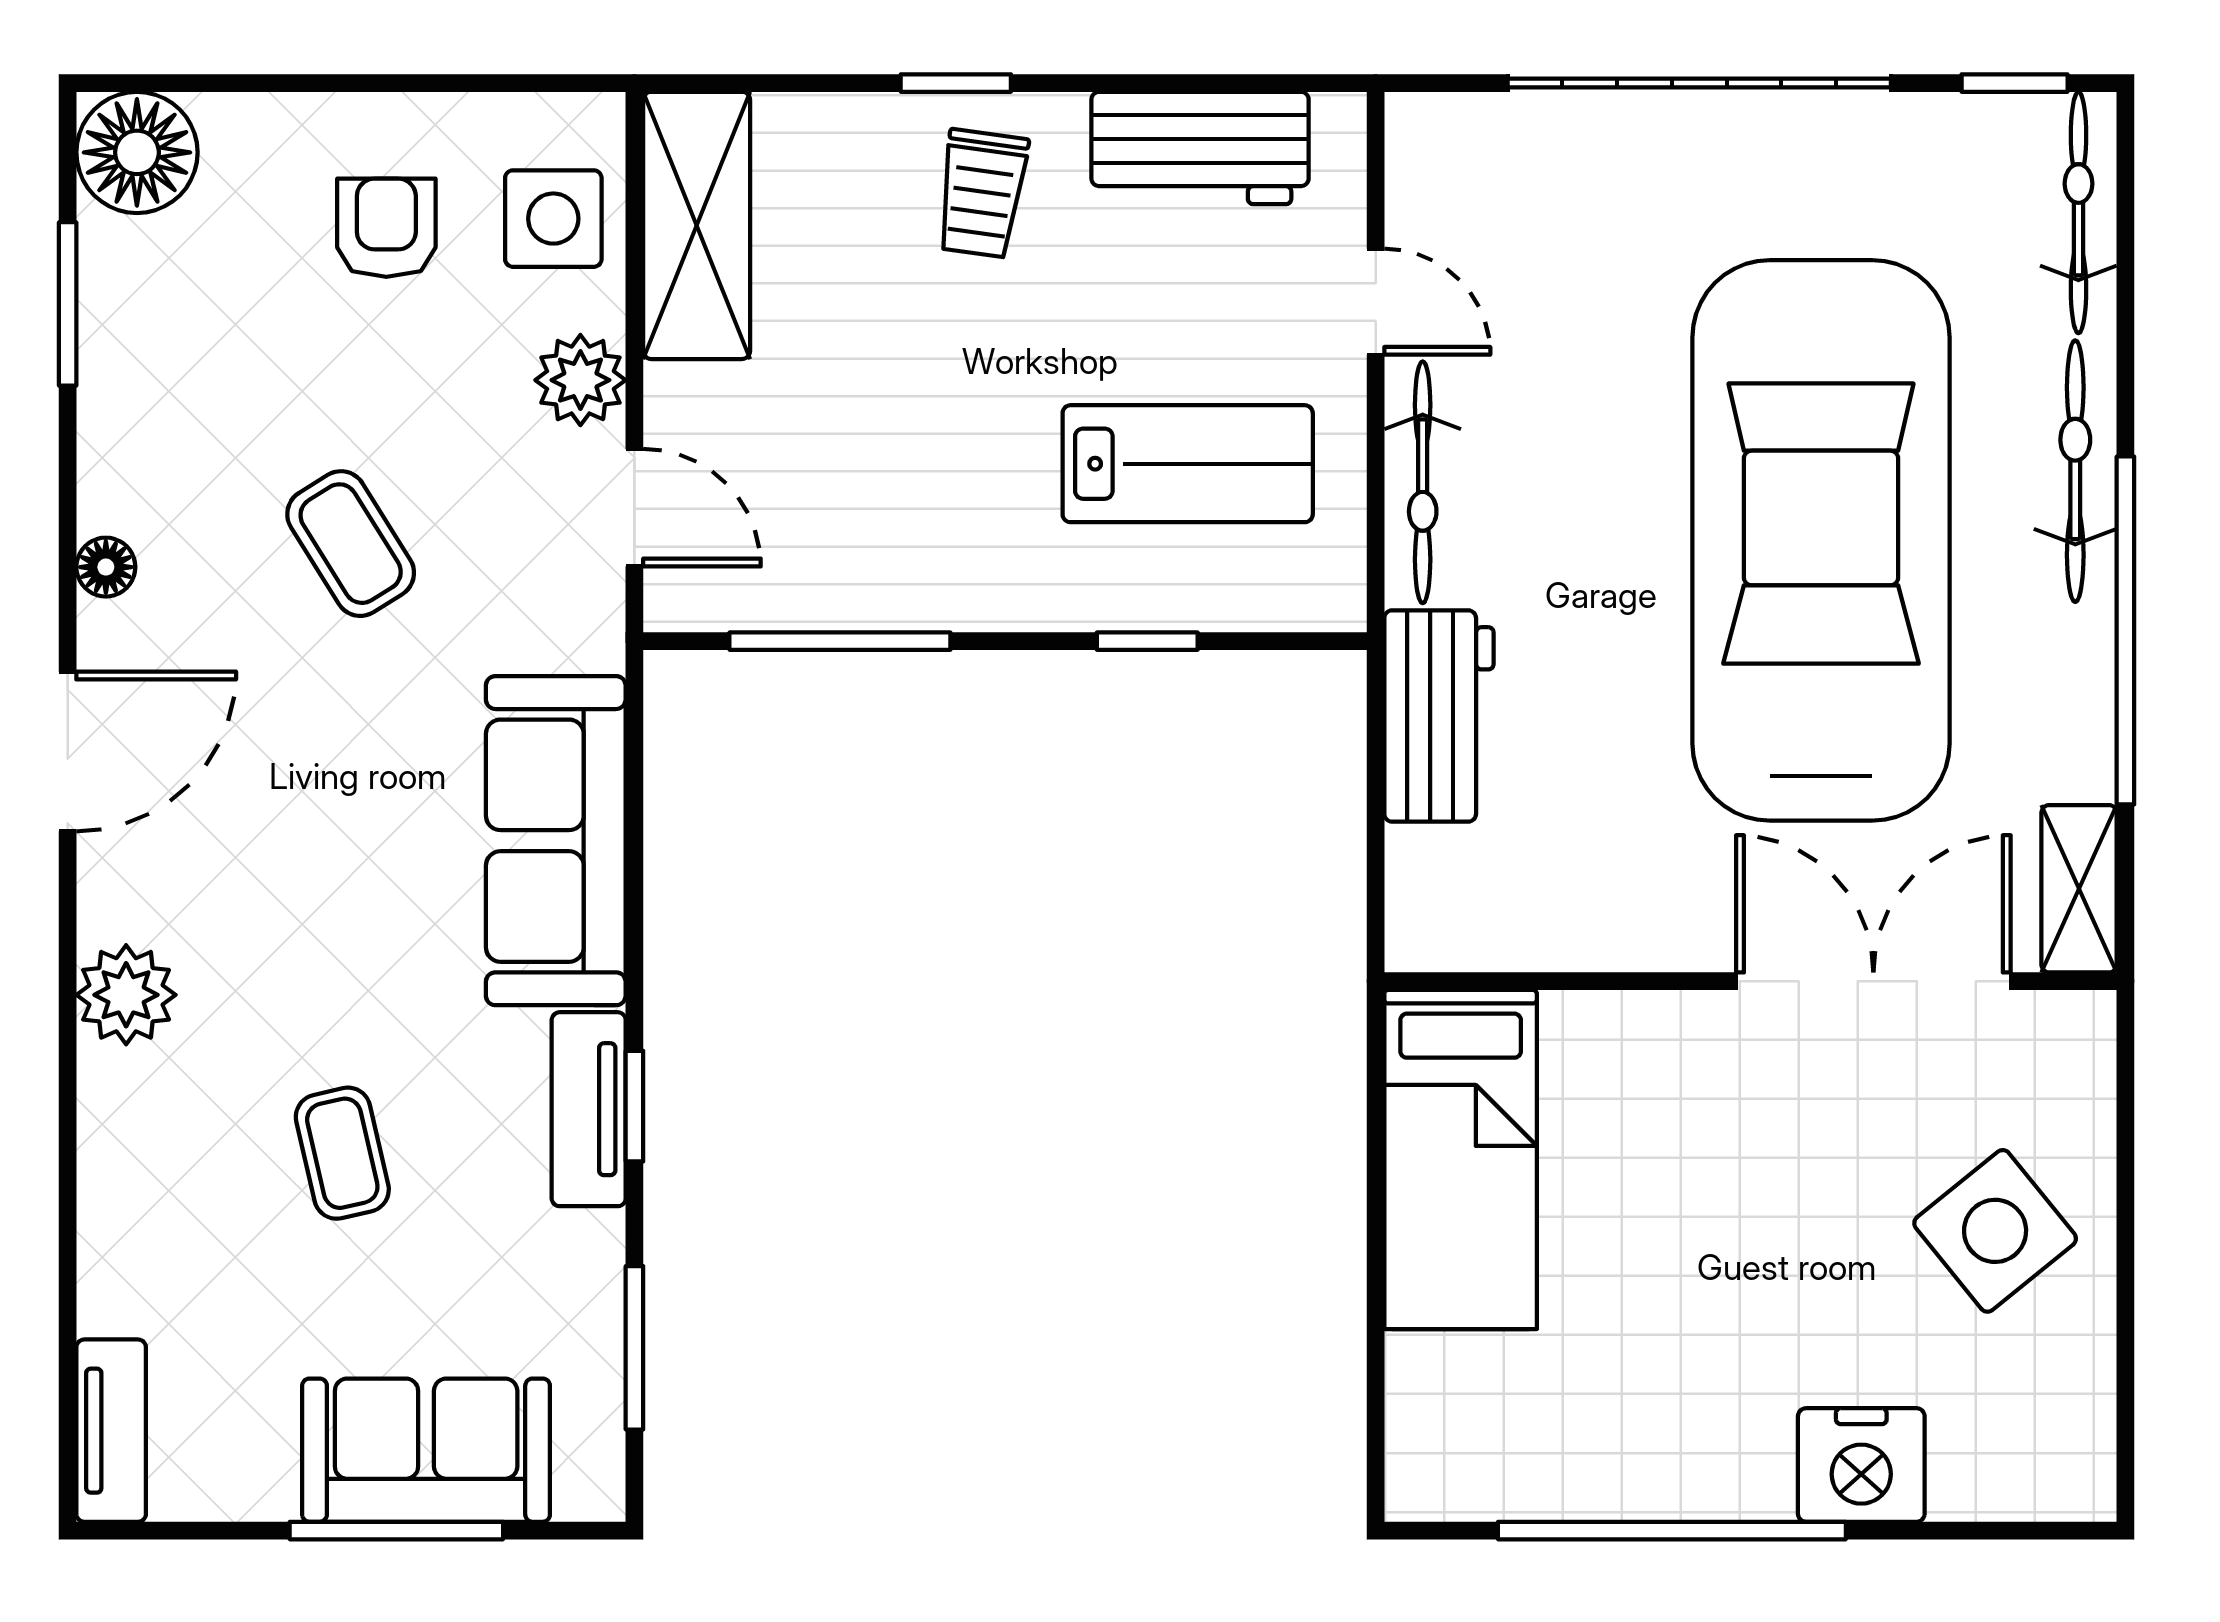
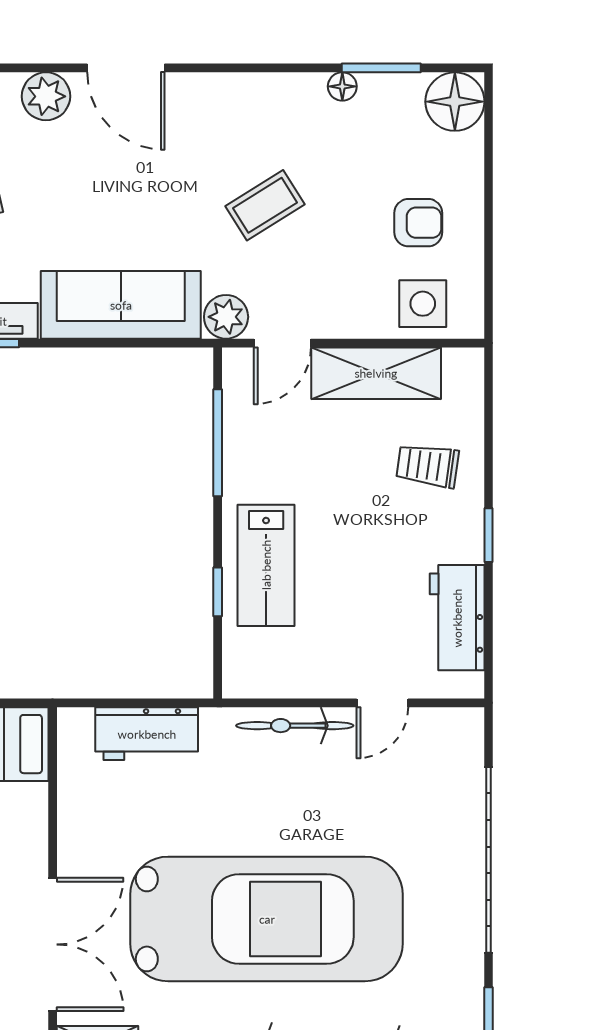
window: (956, 83) -> (489, 535), moved
trolley: (982, 194) -> (427, 466), moved
shelving: (697, 225) -> (376, 373), moved
plant: (580, 380) -> (226, 317), moved
lab bench: (1188, 464) -> (266, 565), moved
floor lamp: (106, 567) -> (342, 86), moved
workbench: (1439, 716) -> (147, 734), moved
door: (68, 751) -> (126, 68), moved

